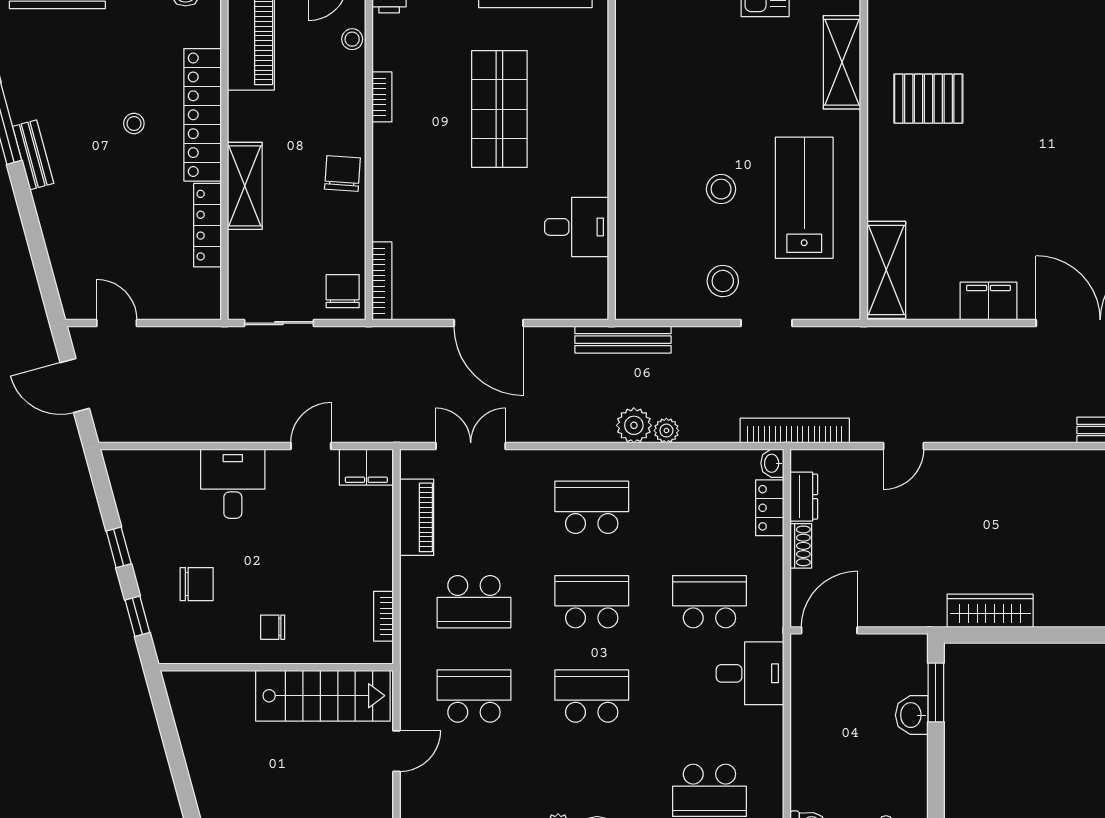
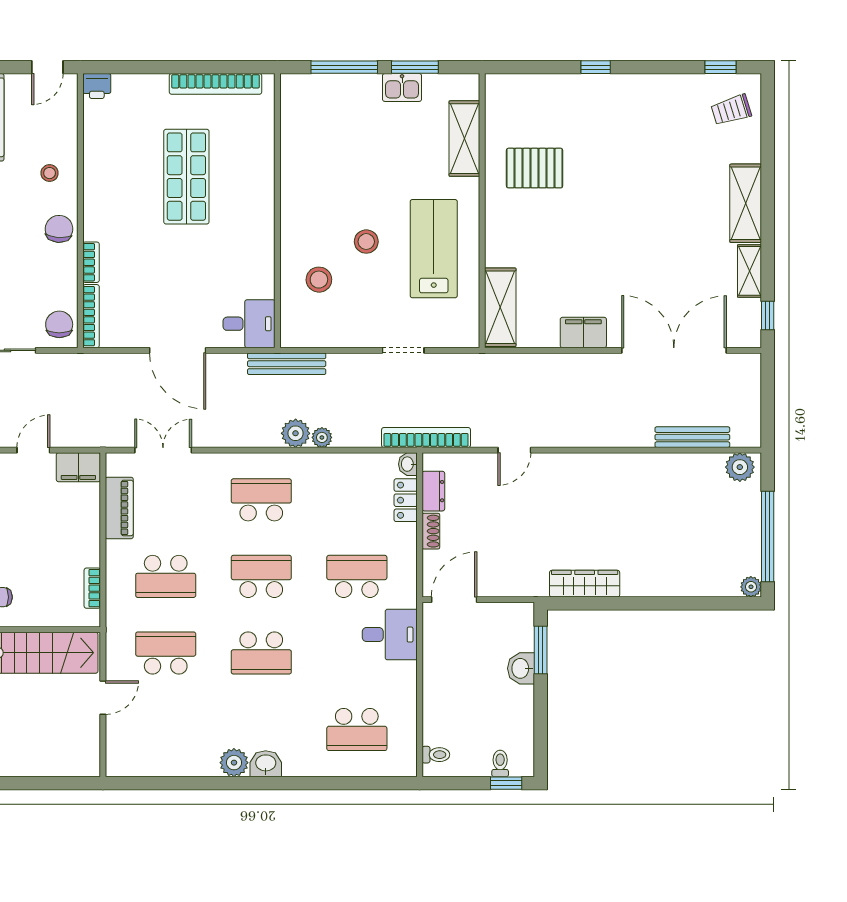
stool: (352, 39) -> (50, 173), moved
bookcase: (382, 97) -> (91, 262), moved
desk: (577, 227) -> (249, 324), moved
stool: (723, 281) -> (319, 280), moved
school desk: (592, 696) -> (261, 653), turned 180

